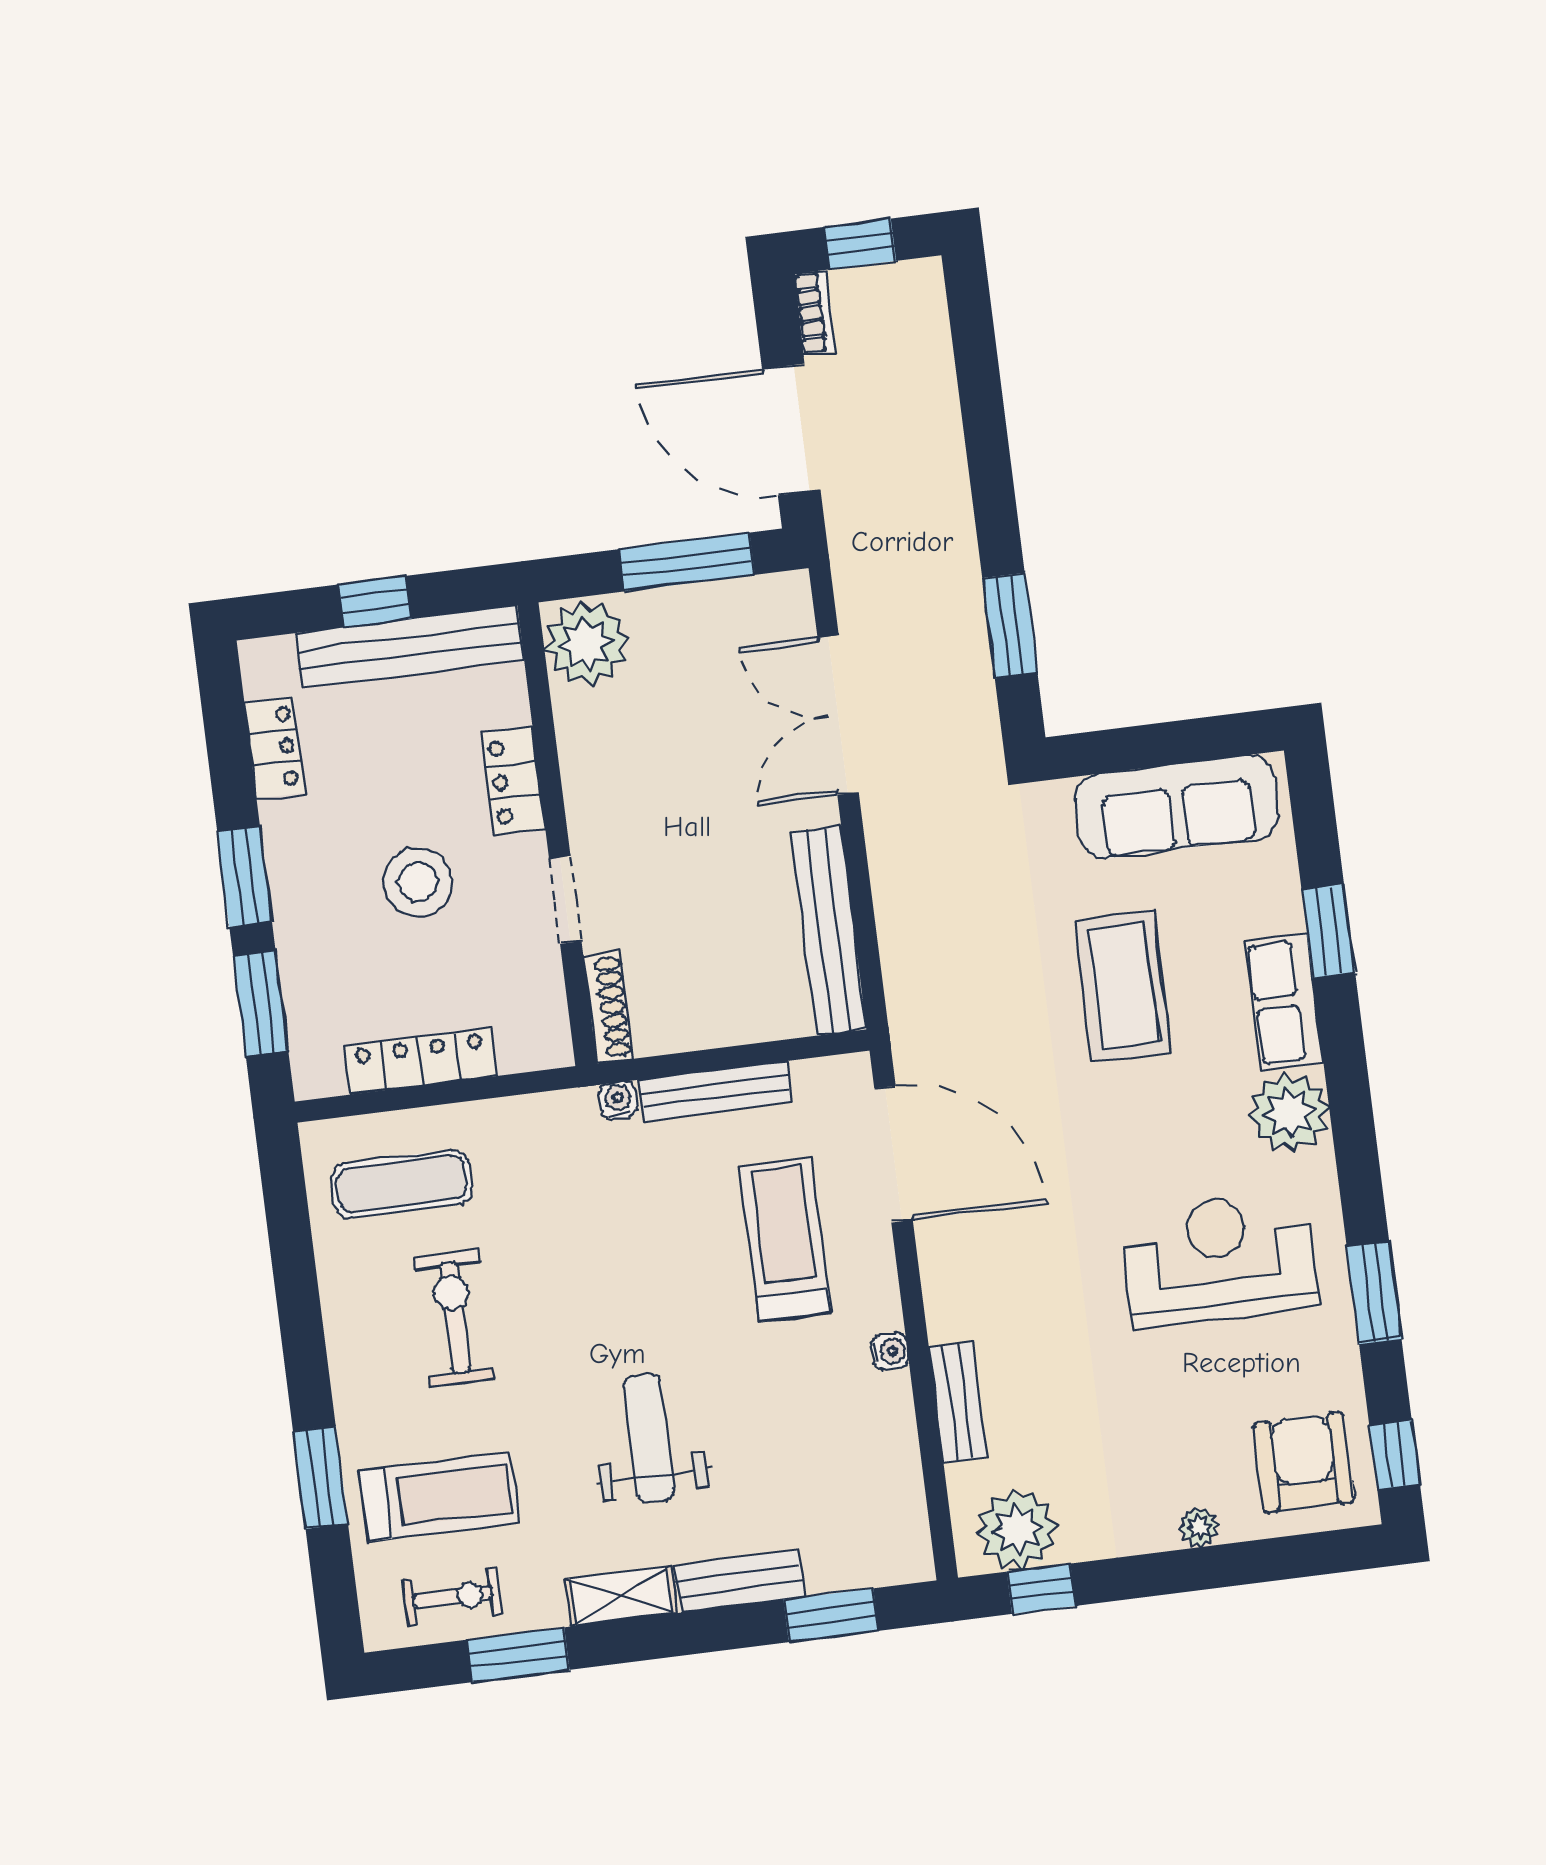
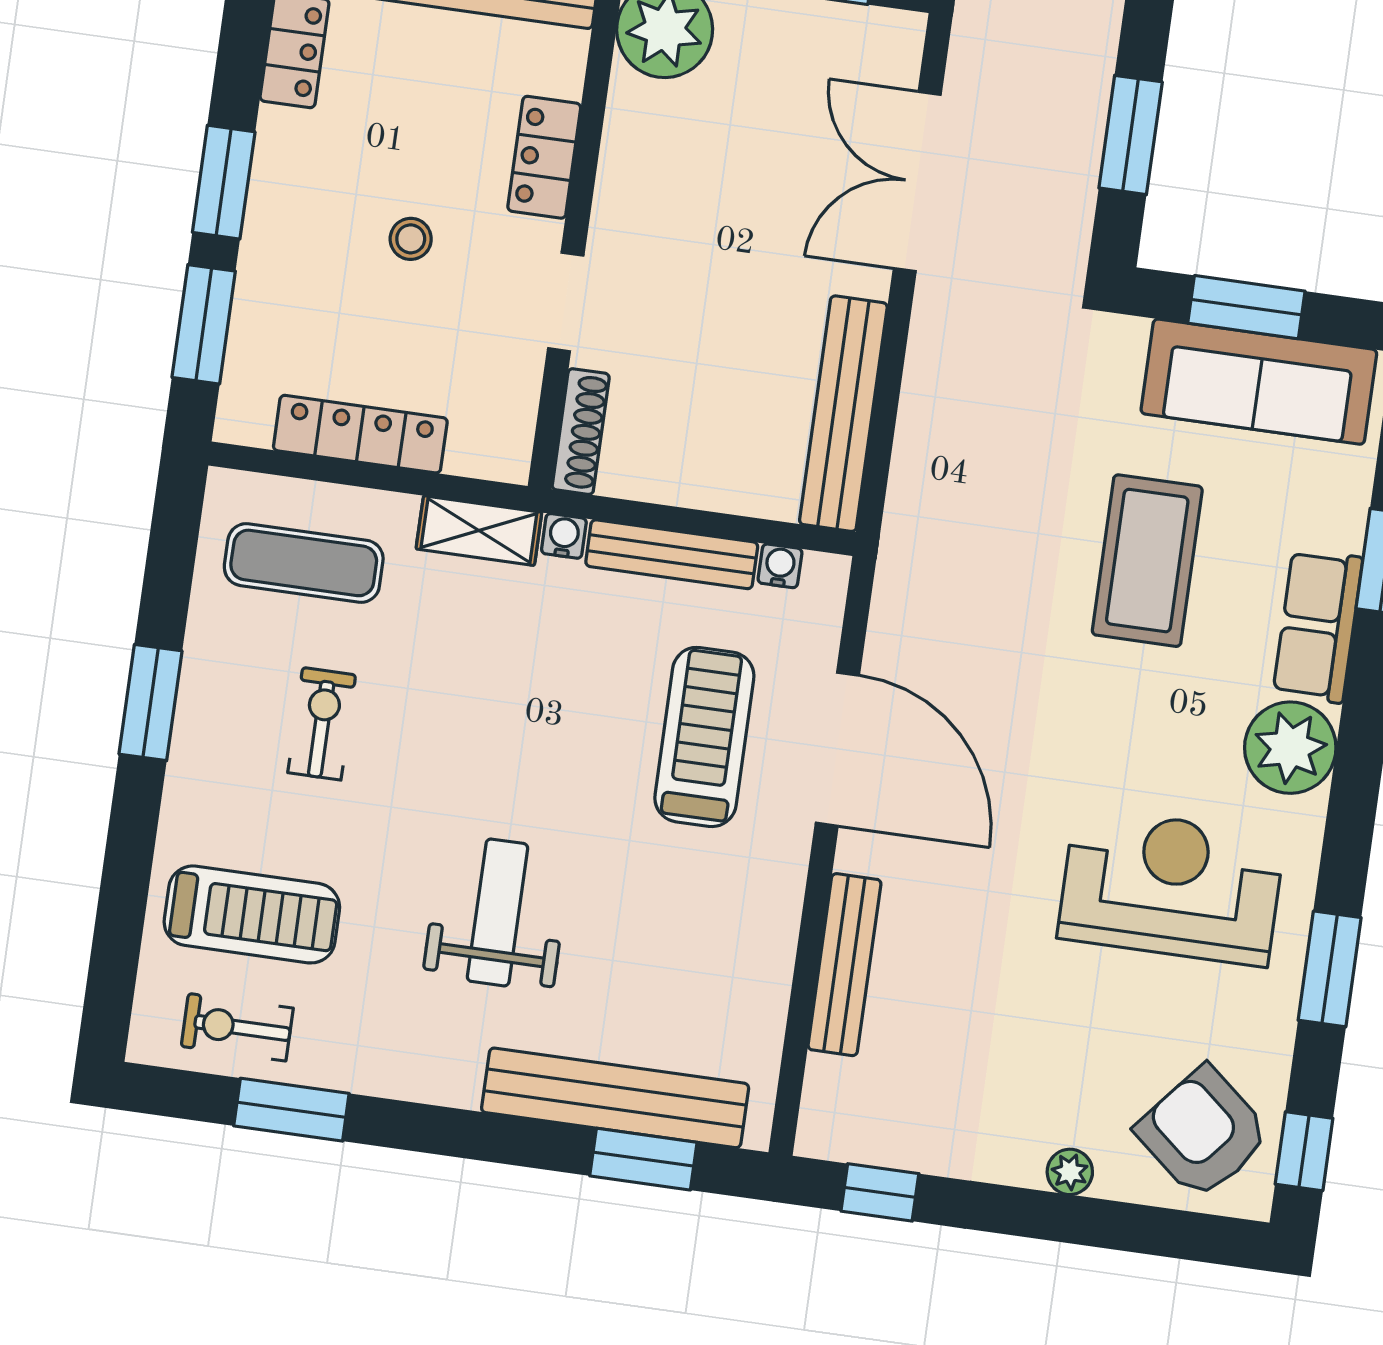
window: (1149, 746) -> (1246, 307), added
stool: (418, 882) -> (411, 239), width x0.53, depth x0.53
door: (894, 1154) -> (837, 749), moved
exercise bike: (455, 1318) -> (322, 724), width x0.73, depth x0.72
water cooler: (890, 1351) -> (780, 566), moved, turned -90
bench: (958, 1402) -> (844, 965), width x1.36
armchair: (1304, 1462) -> (1203, 1133), turned -50
window: (321, 1477) -> (151, 702), moved
plant: (1017, 1530) -> (871, 1121), removed
bench: (740, 1581) -> (615, 1098), width x1.86, depth x1.21
shelving: (621, 1596) -> (479, 531), moved
exercise bike: (453, 1597) -> (237, 1027), turned 180

